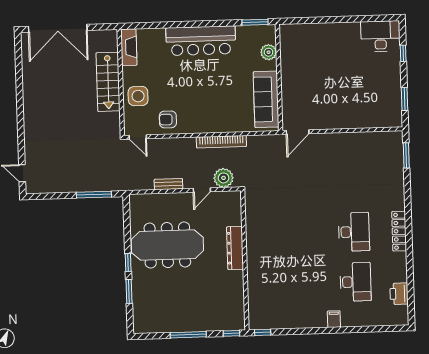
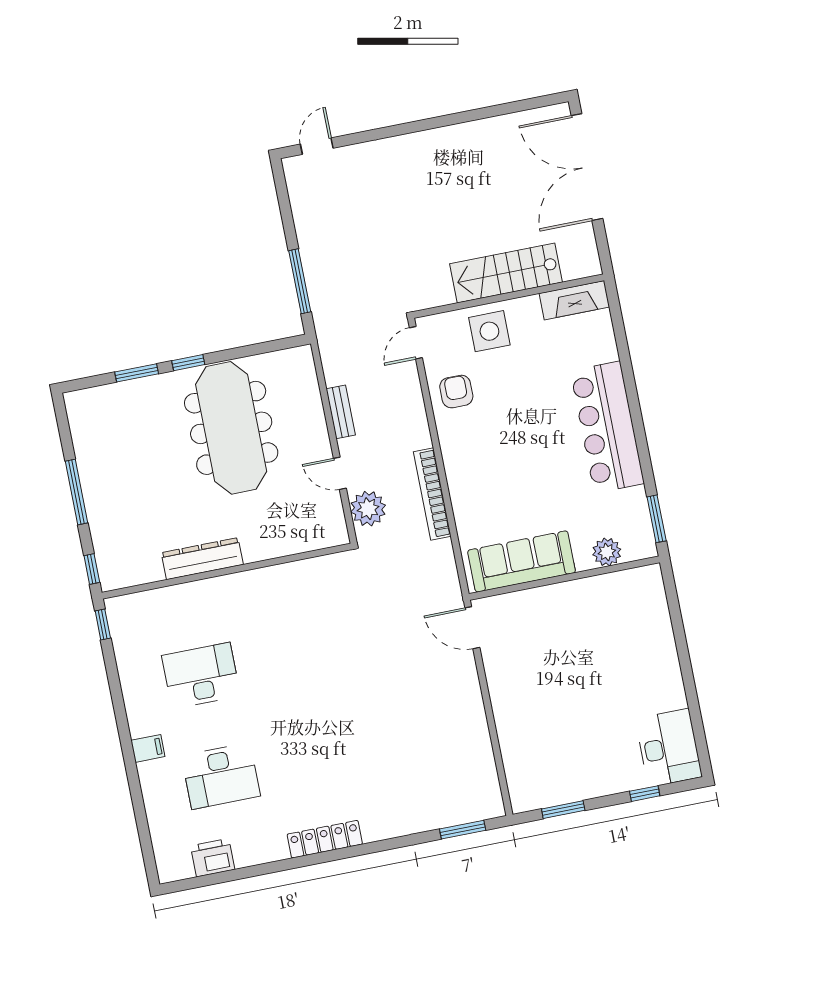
desk: (354, 232) -> (201, 676), moved, turned 180
dresser: (235, 248) -> (202, 559), moved

